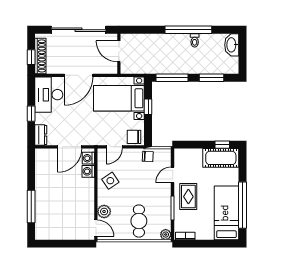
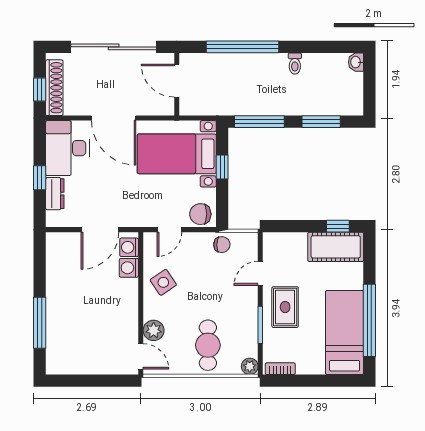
window: (188, 30) -> (243, 47), moved
washbasin: (232, 45) -> (356, 62), width x0.52, depth x0.69
door: (79, 75) -> (114, 118), hinge flipped
dresser: (41, 135) -> (55, 194), moved

